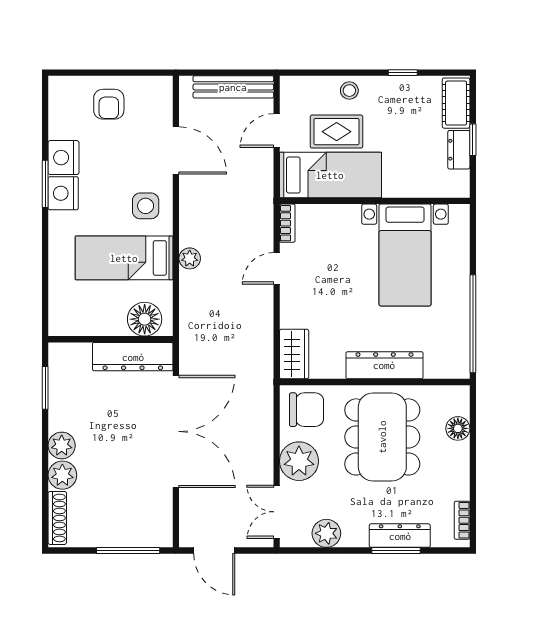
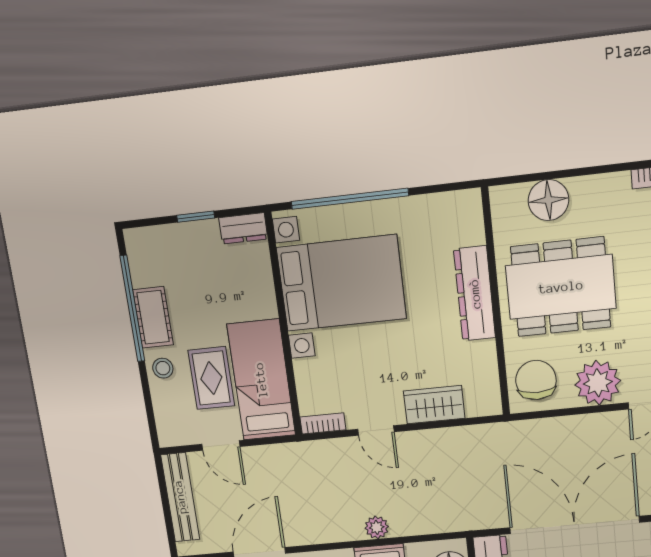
window: (403, 73) -> (132, 309), width x3.17
cot: (456, 103) -> (153, 317), moved, turned 90
dresser: (459, 150) -> (243, 228), moved
bed with nightstands: (405, 255) -> (342, 283), width x1.36
window: (473, 324) -> (350, 199), moved
wardrobe: (294, 354) -> (434, 405), moved
floor lamp: (458, 428) -> (548, 200), width x1.38, depth x1.38

